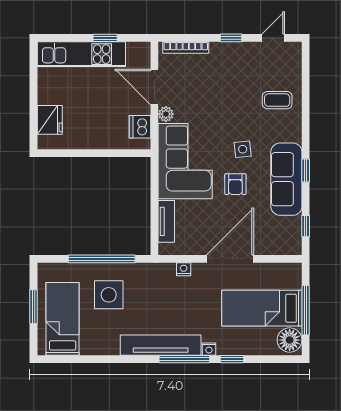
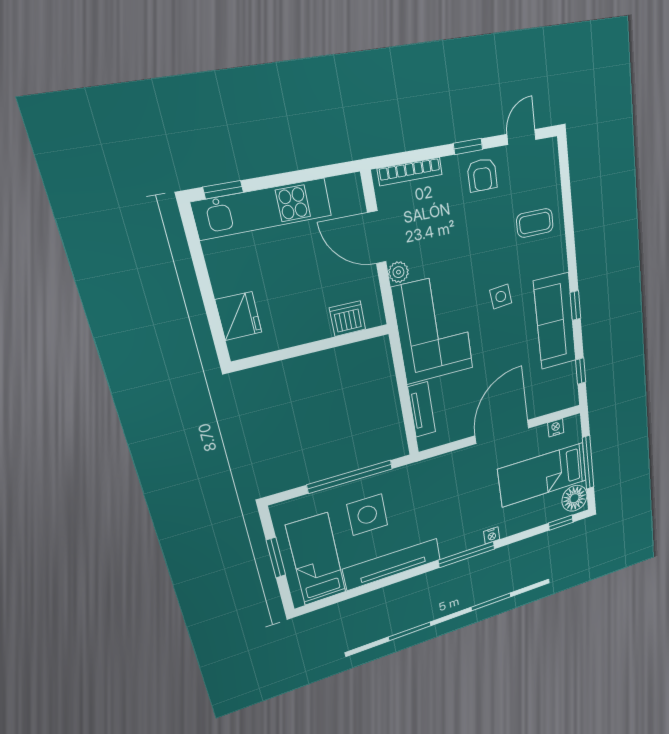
window: (105, 38) -> (223, 190), moved
dishwasher: (140, 127) -> (348, 319), moved, turned 90
armchair: (235, 184) -> (482, 175), moved
nightstand: (184, 269) -> (556, 428), moved
tv unit: (161, 345) -> (392, 564), moved
window: (232, 359) -> (561, 523), moved

